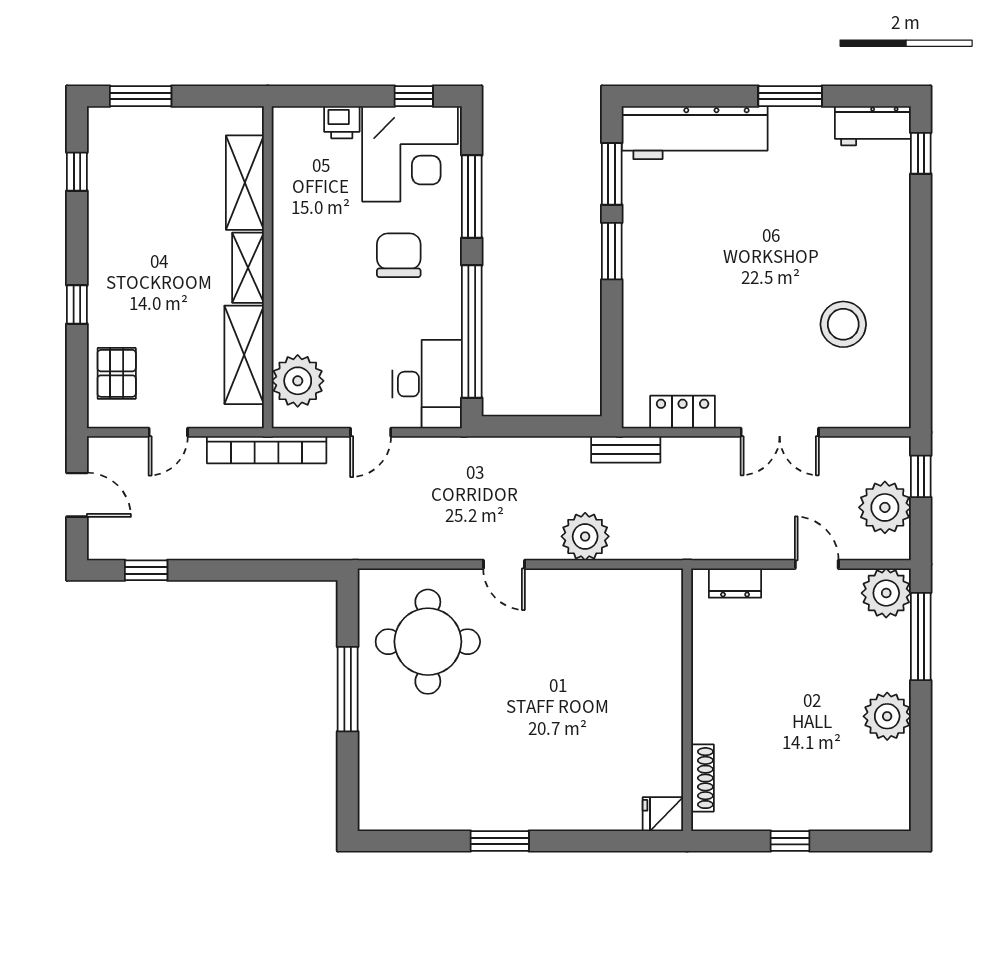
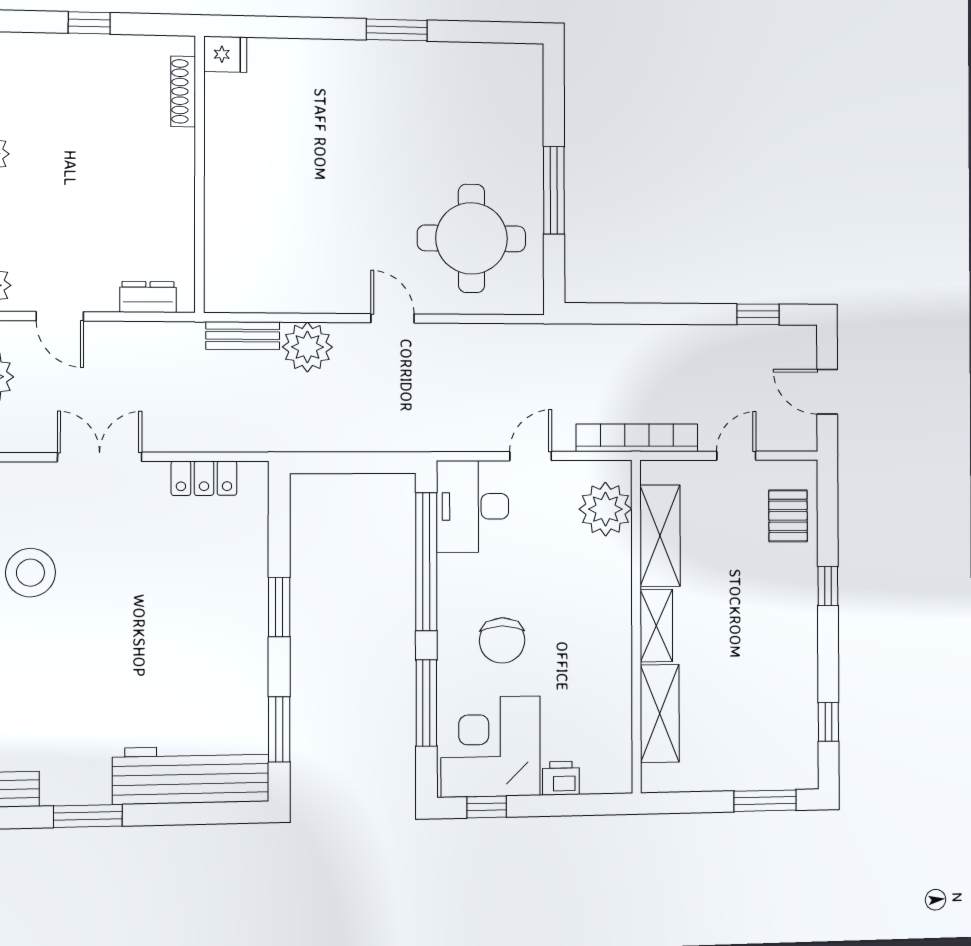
window: (612, 251) -> (279, 607), moved
bench: (626, 449) -> (243, 335), moved

